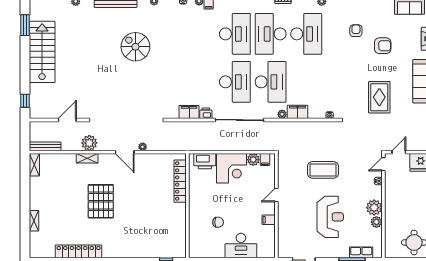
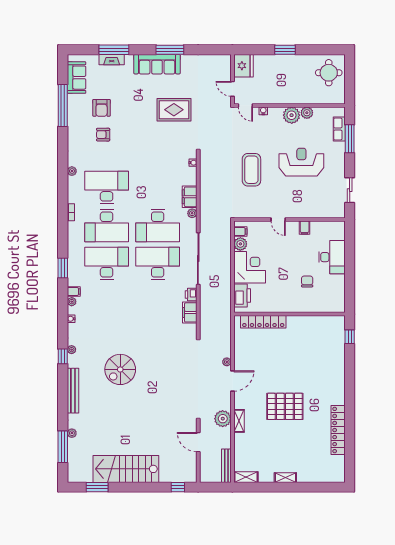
armchair: (383, 46) -> (102, 108), moved, turned 180
desk: (271, 82) -> (158, 226), turned 180
shelving: (34, 221) -> (285, 478), moved

